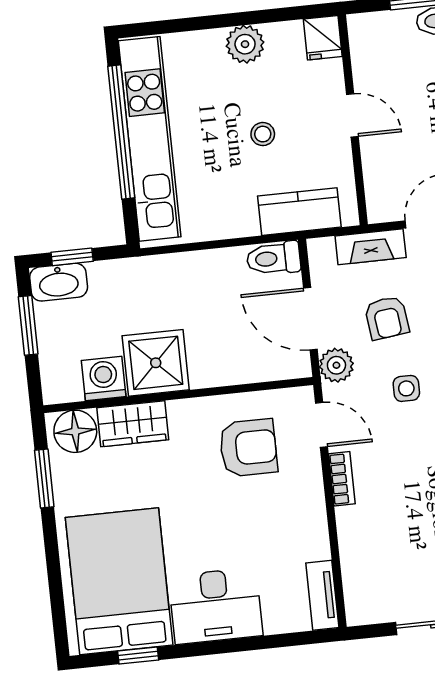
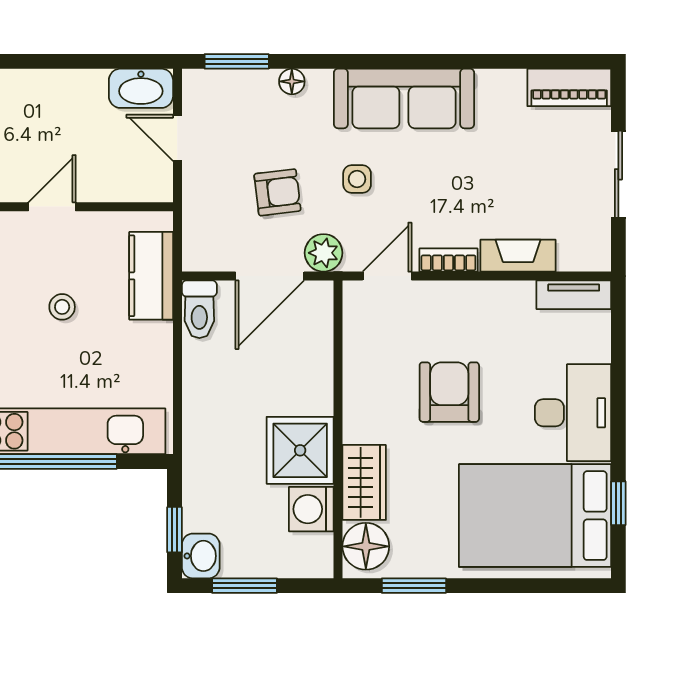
fireplace: (371, 247) -> (518, 256), moved, turned -90
washbasin: (59, 282) -> (201, 556), width x0.72
armchair: (248, 448) -> (449, 392), moved

